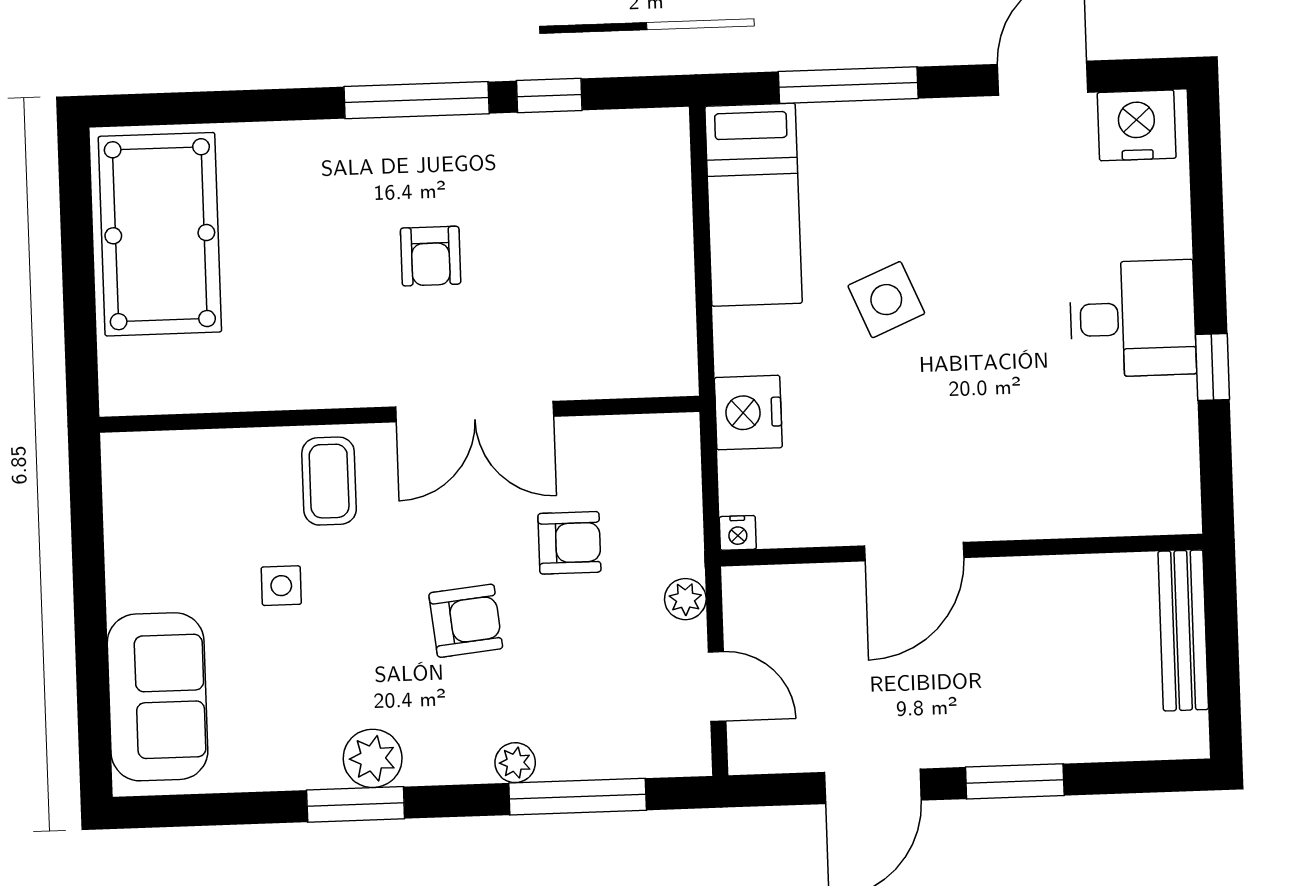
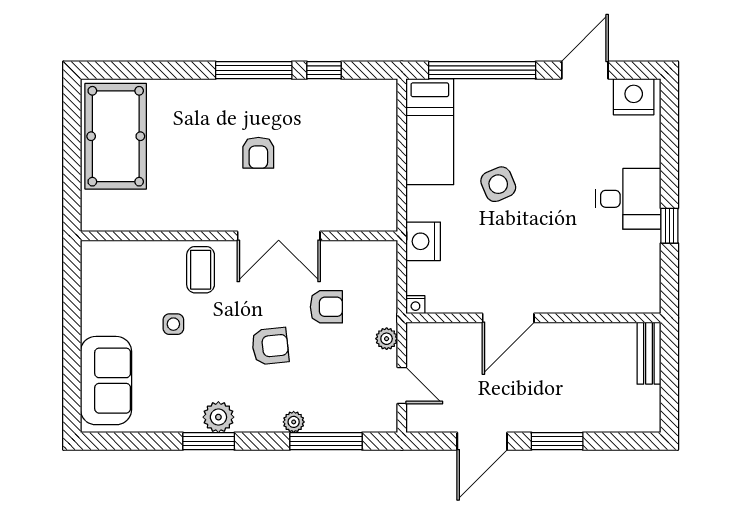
window: (848, 85) -> (482, 70), width x1.46
bench: (1183, 630) -> (649, 353), width x0.73

